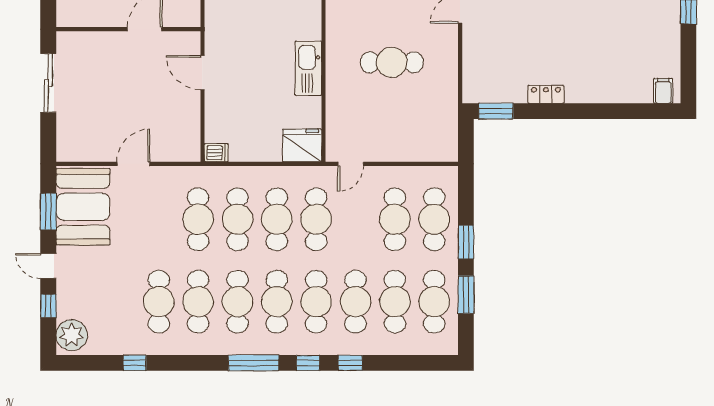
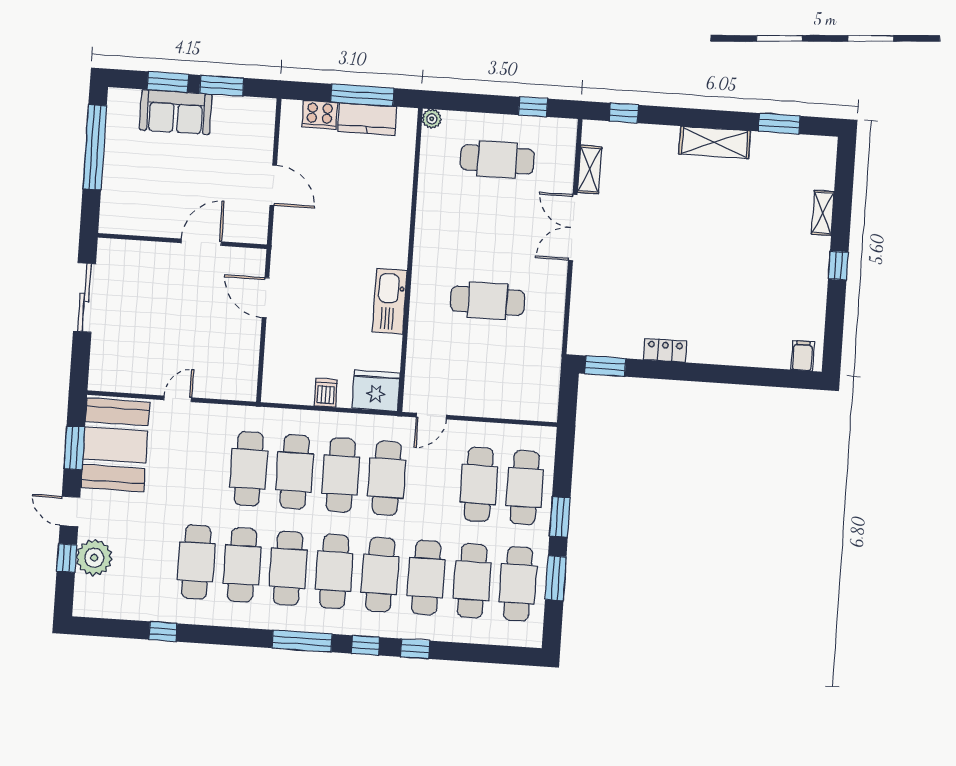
dishwasher: (216, 153) -> (326, 393), moved, turned -90
door: (134, 164) -> (178, 399), width x0.73
plant: (72, 335) -> (94, 558), moved

